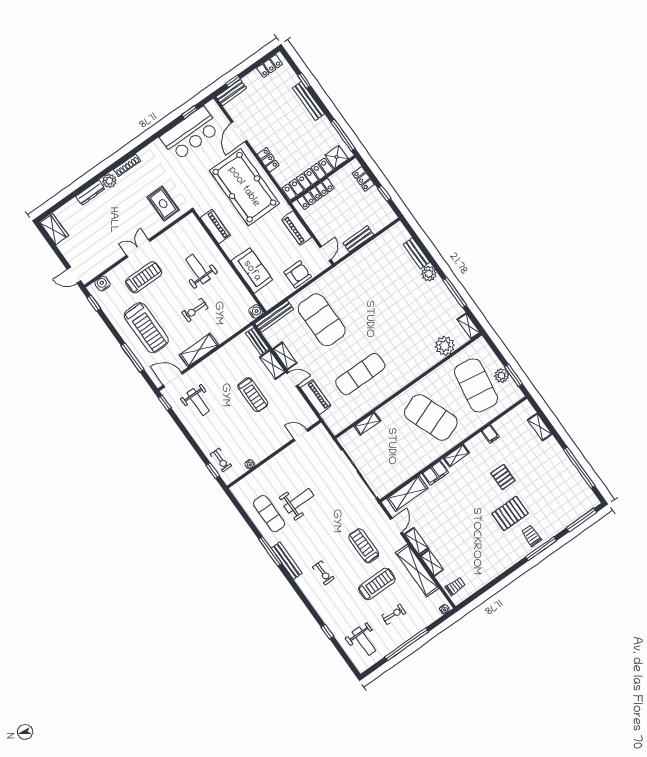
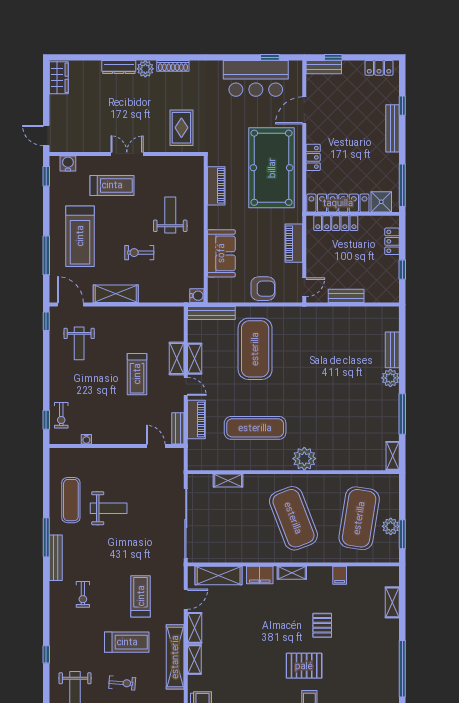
bench: (257, 341) -> (178, 428), moved
plant: (445, 346) -> (304, 459), moved

